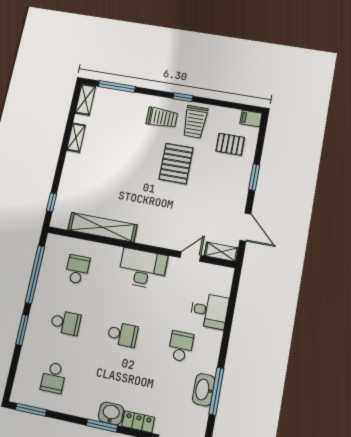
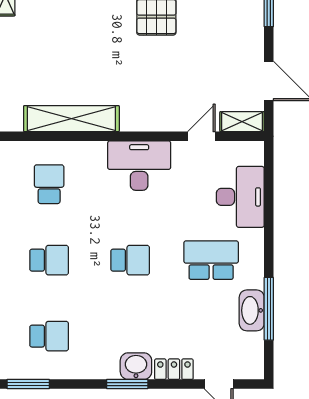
desk: (209, 311) -> (240, 197), width x1.37
school desk: (181, 346) -> (211, 260), width x1.85
school desk: (54, 378) -> (49, 336), turned -90

